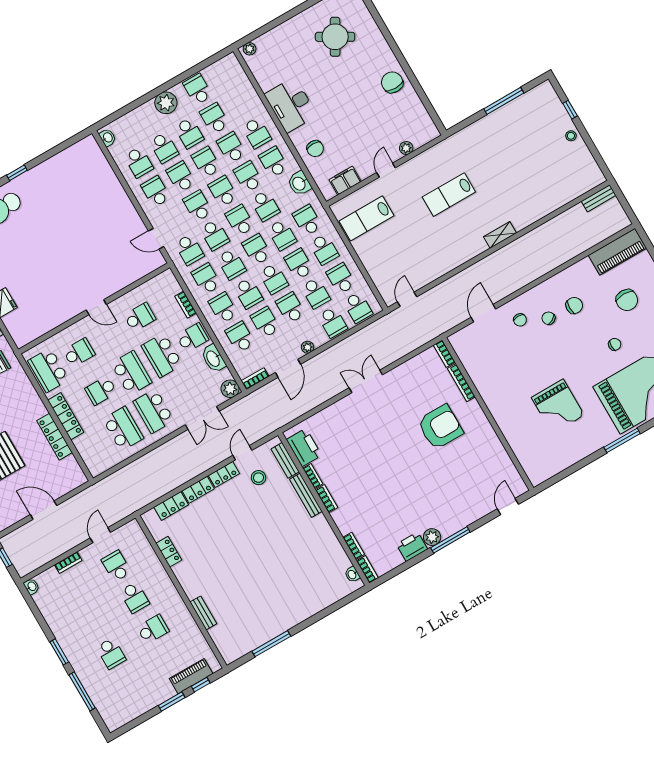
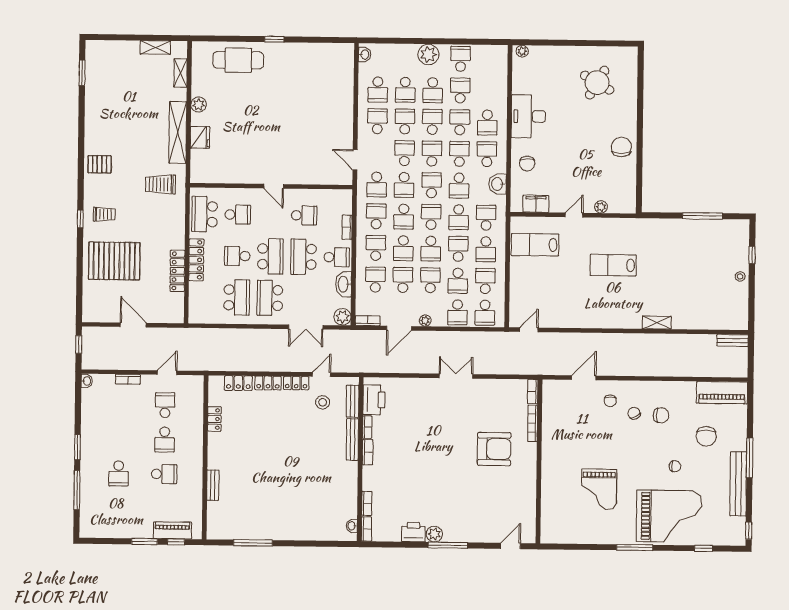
shelving: (500, 235) -> (657, 323), moved

